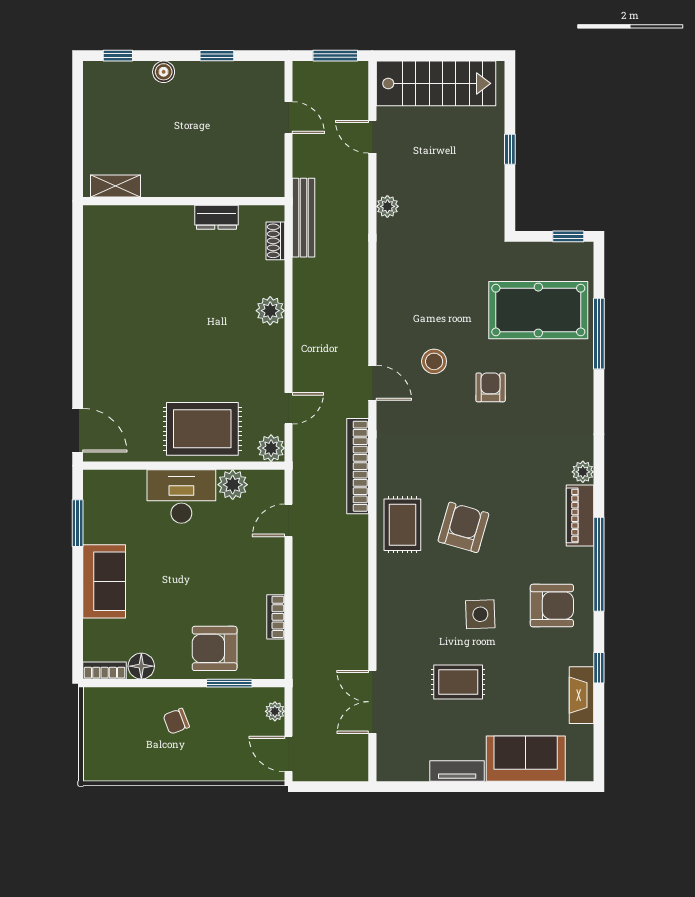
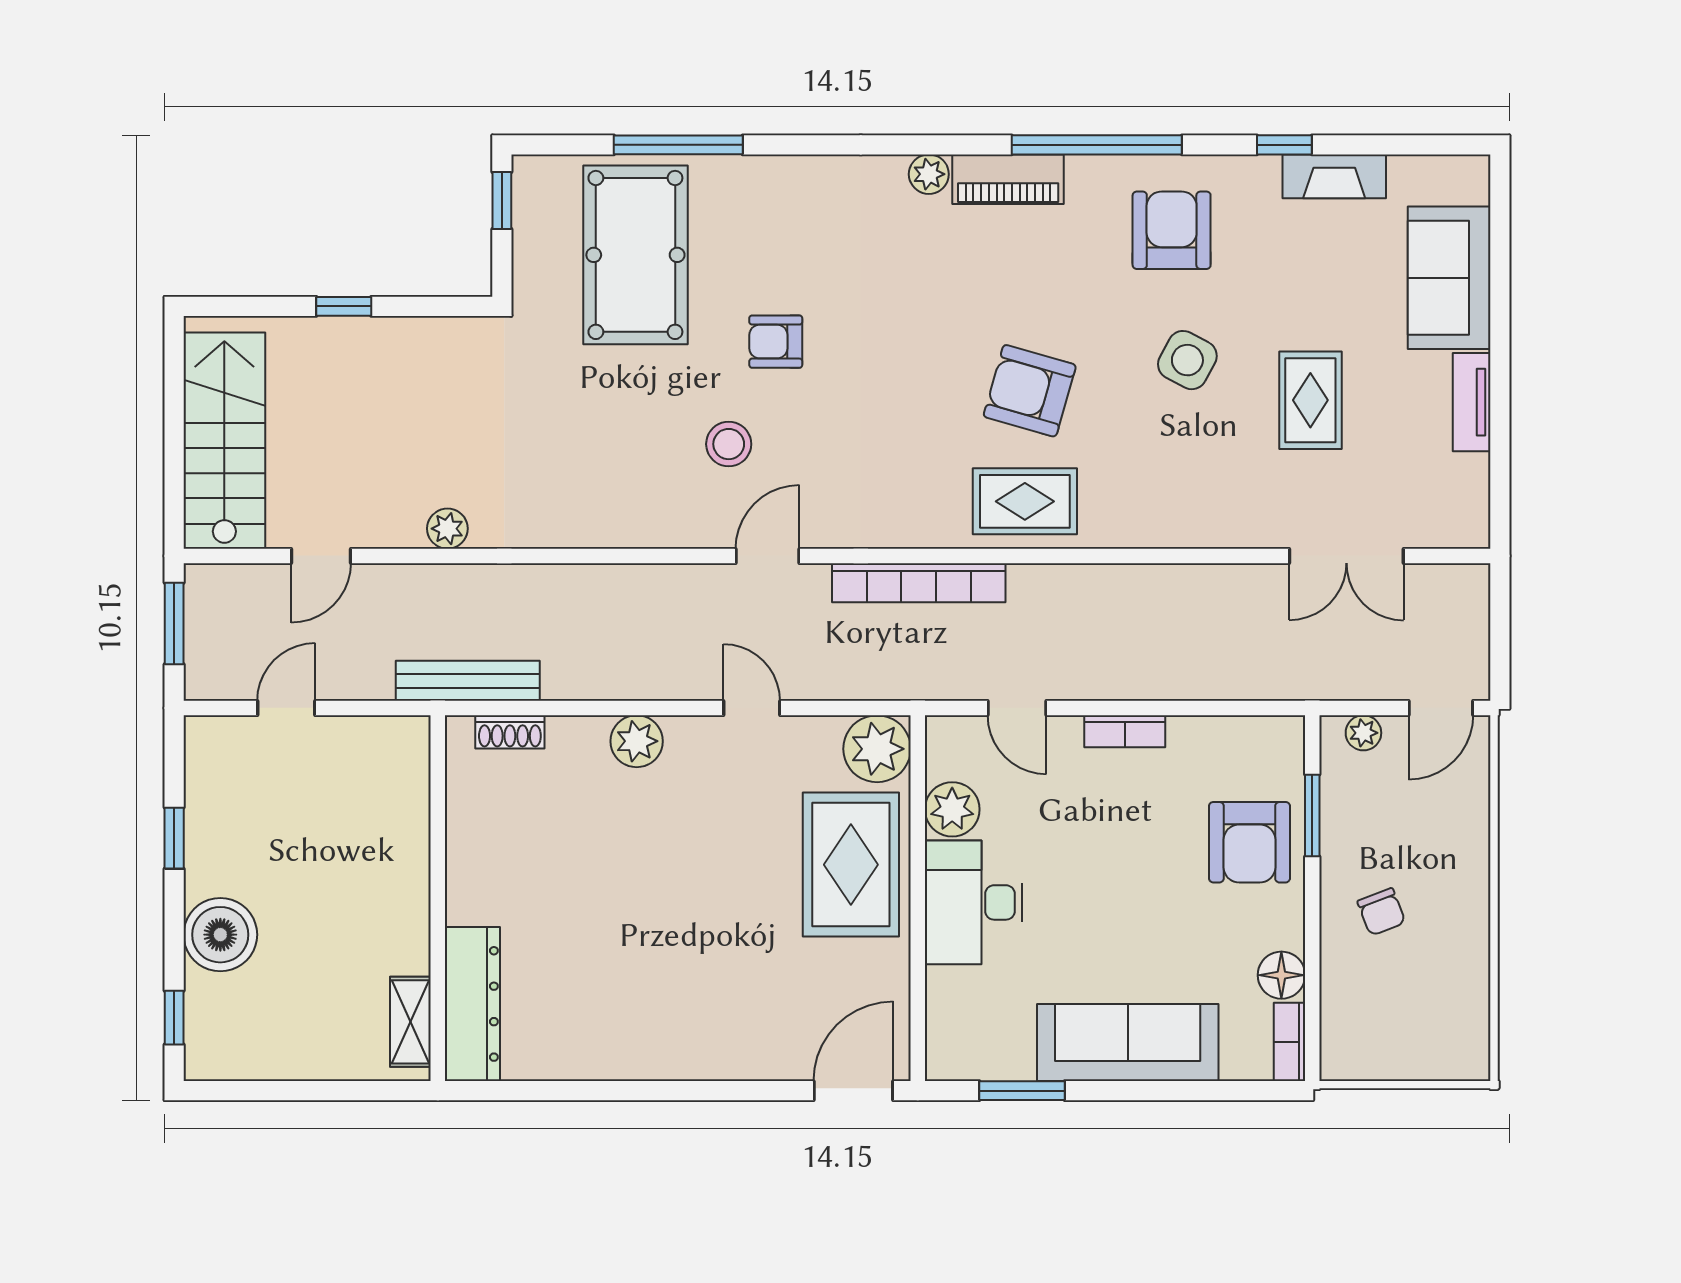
boiler: (164, 72) -> (220, 935), width x1.86, depth x1.86
dresser: (216, 217) -> (472, 1004), moved, width x1.96, depth x1.24
door: (289, 408) -> (752, 708), moved
plant: (271, 448) -> (877, 749), width x1.36, depth x1.36
sofa: (104, 581) -> (1128, 1043), width x1.36
side table: (480, 614) -> (1187, 360), turned 30
bookcase: (276, 617) -> (1125, 731), moved

